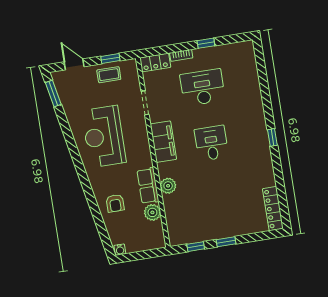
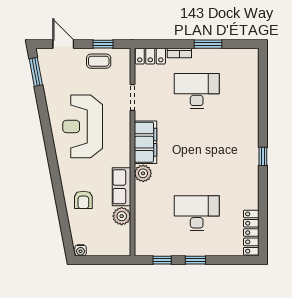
window: (206, 43) -> (208, 44), width x1.50
desk: (211, 143) -> (197, 213), moved, width x1.37
plant: (168, 186) -> (143, 173), moved

